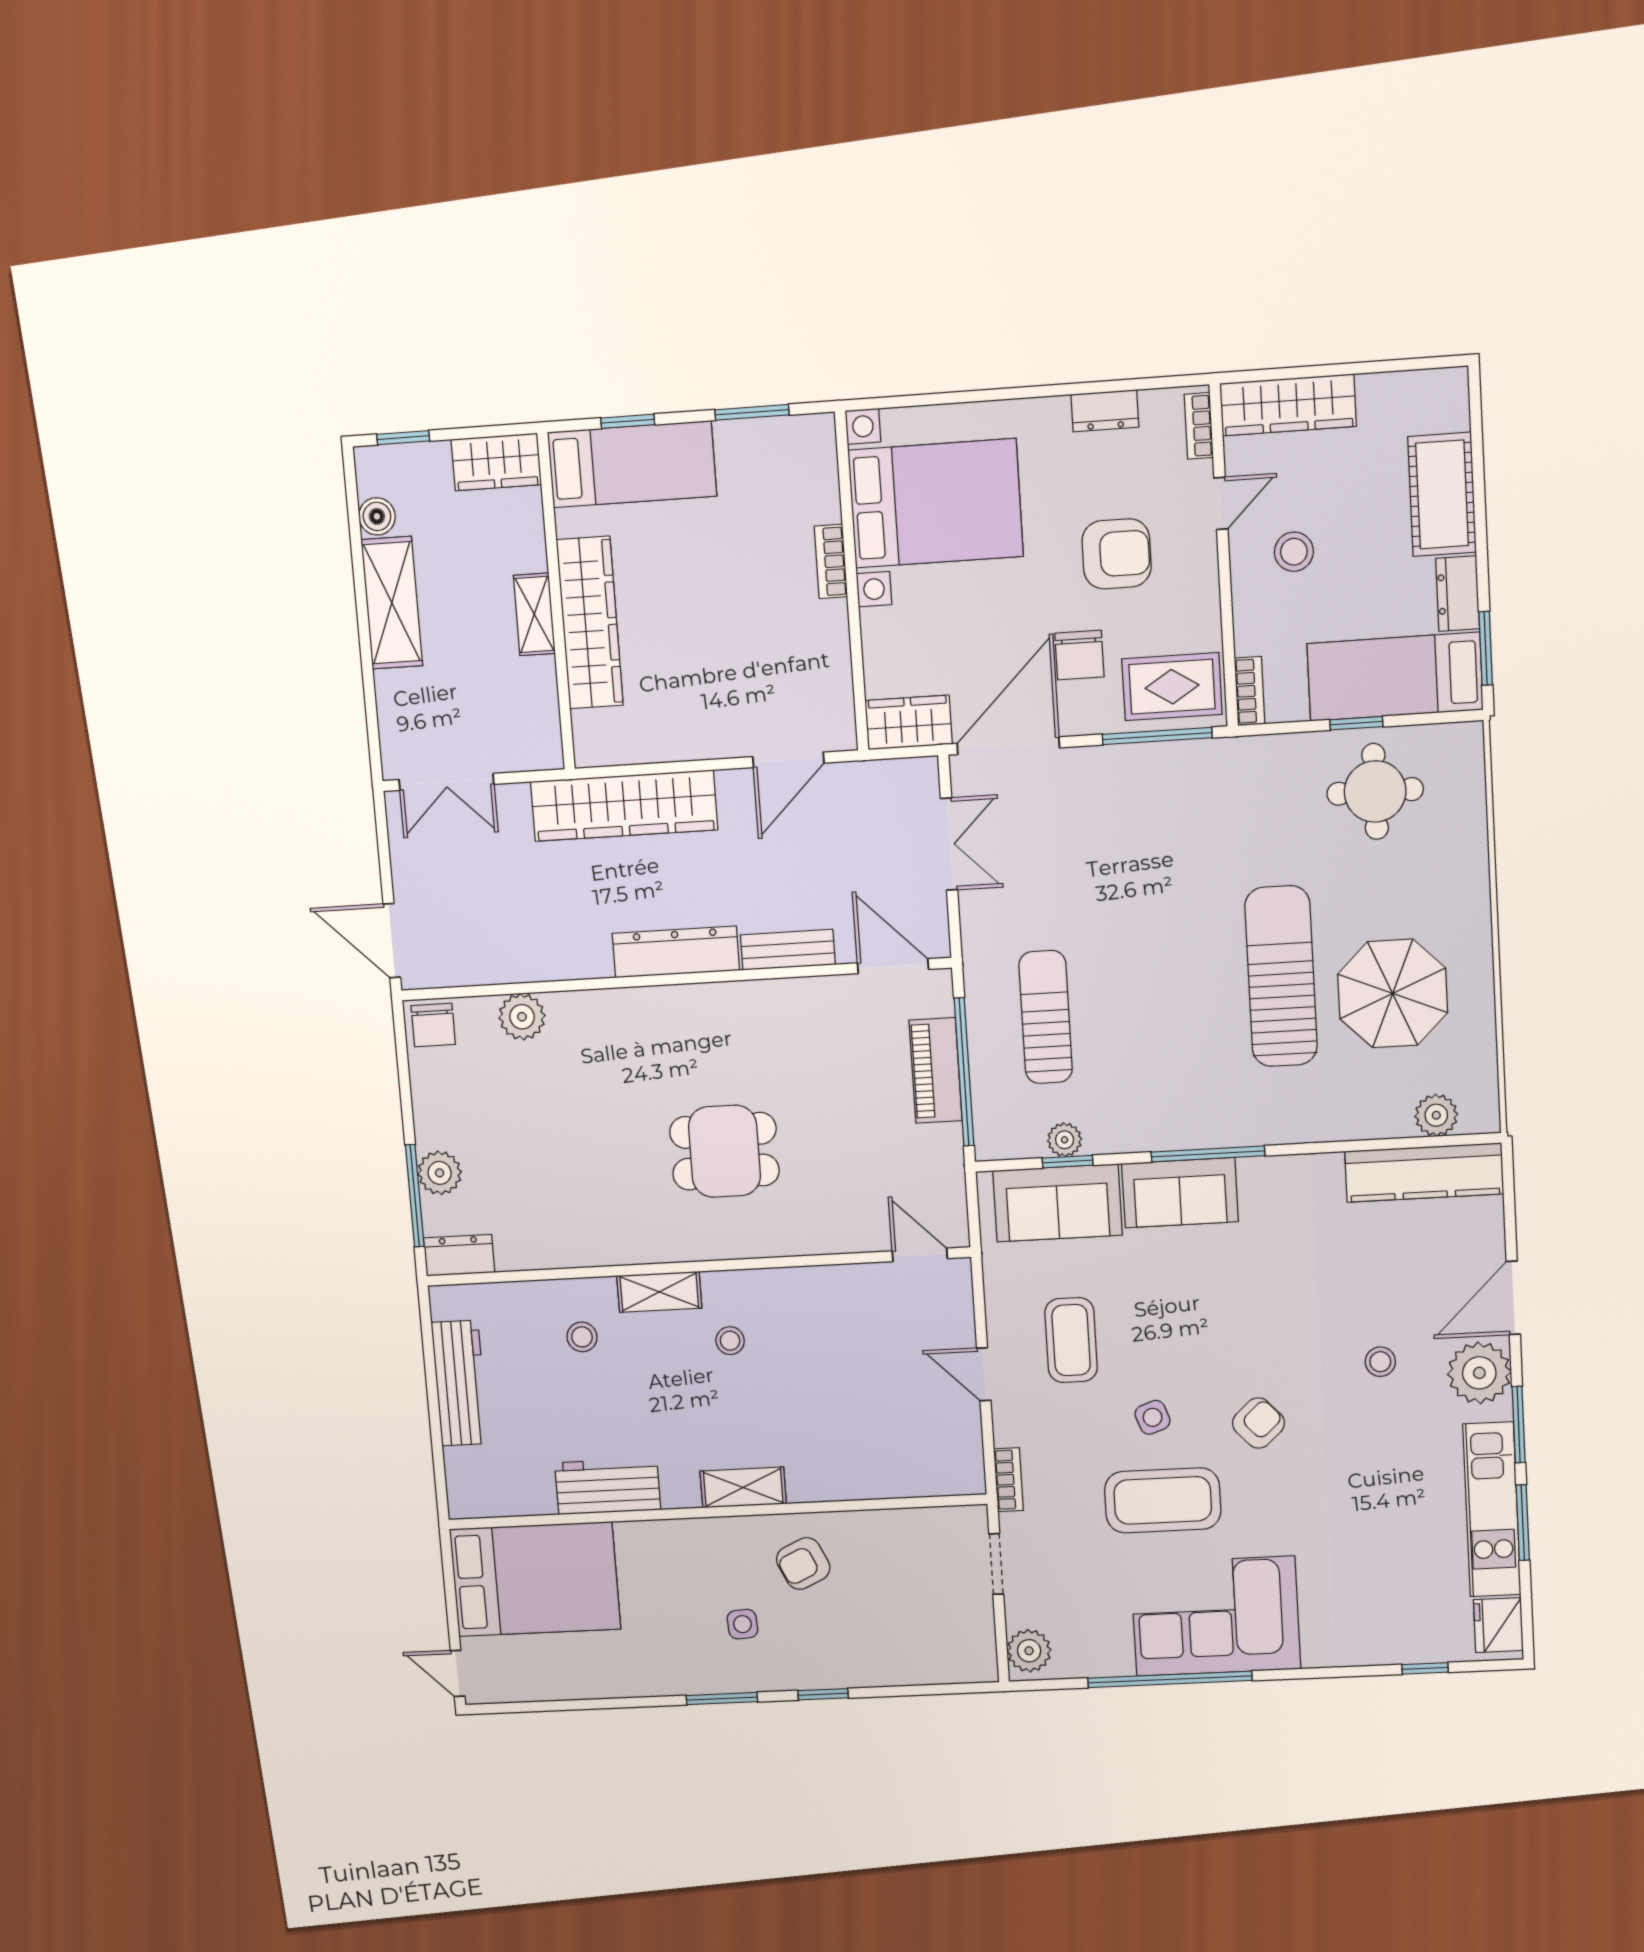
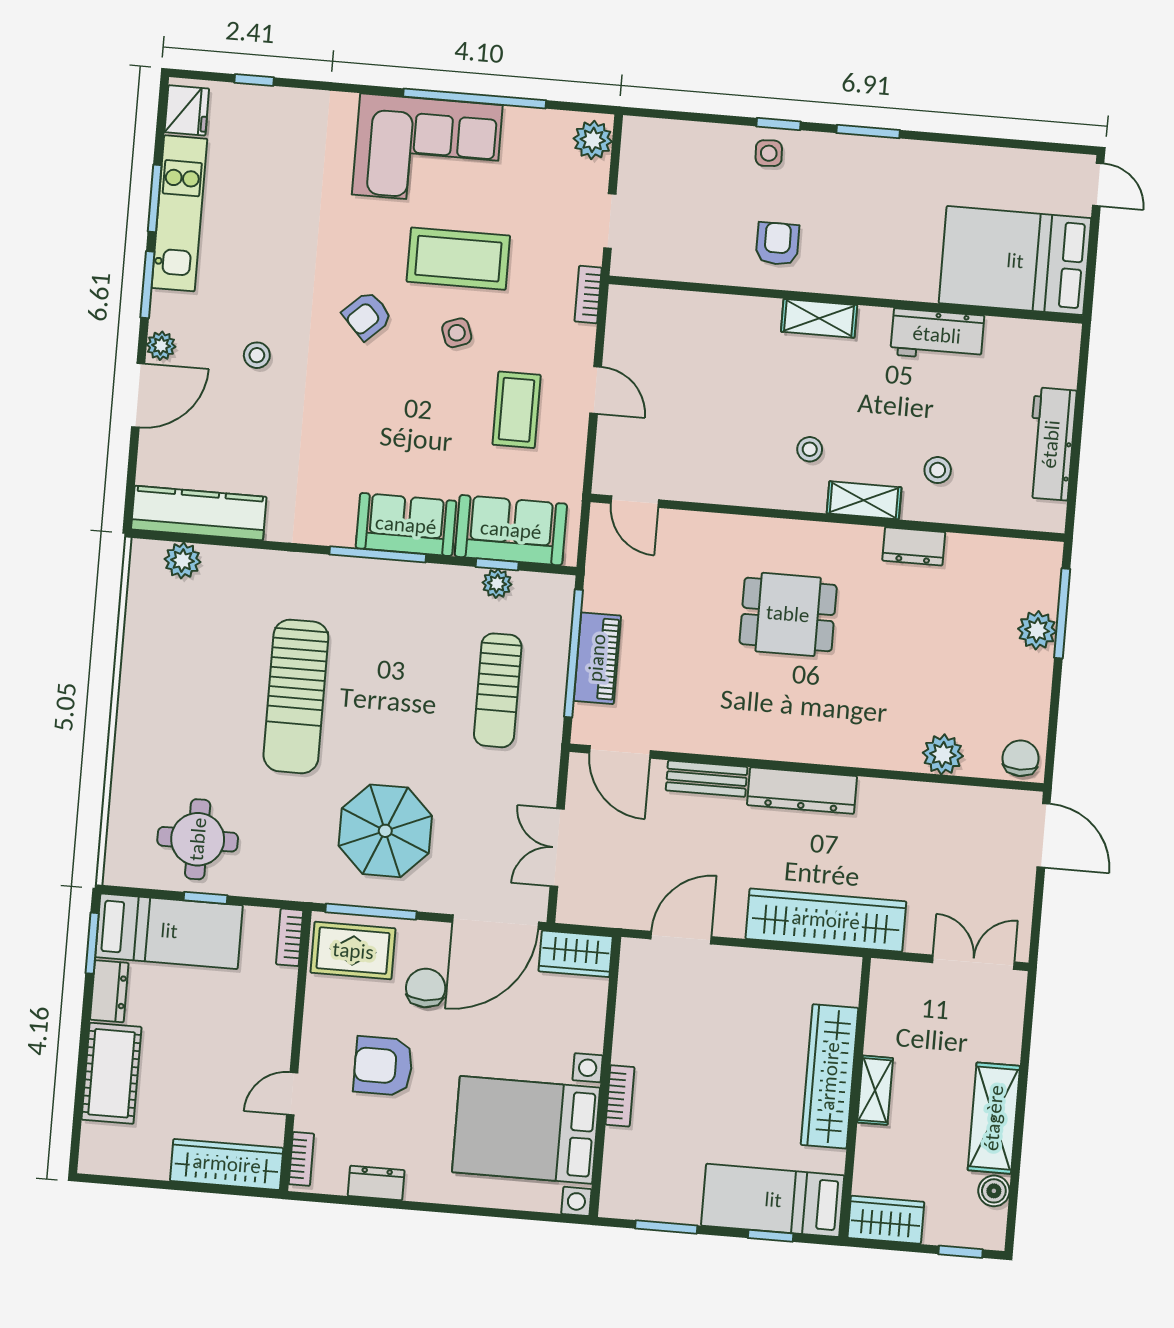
stool: (1294, 552) -> (238, 1045), removed
parasol: (1393, 993) -> (385, 831), moved
dresser: (459, 1255) -> (914, 546), moved
plant: (1479, 1373) -> (161, 346), width x0.53, depth x0.53
armchair: (803, 1563) -> (777, 244), turned -65
side table: (742, 1624) -> (769, 153), moved

